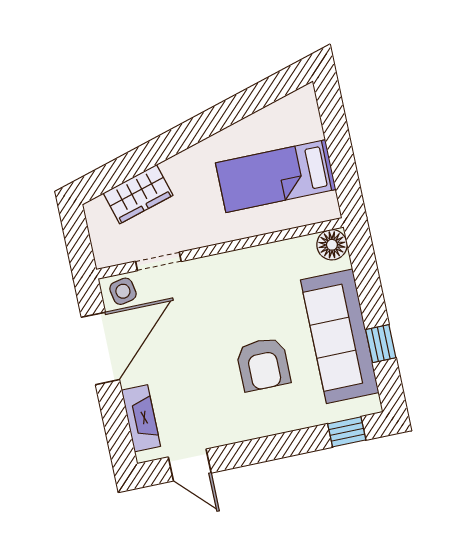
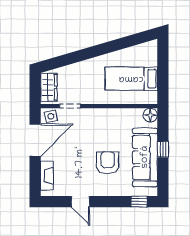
wardrobe: (138, 194) -> (49, 87), moved, turned -74
window: (381, 344) -> (163, 149), moved
armchair: (263, 364) -> (108, 163), turned 180
door: (190, 465) -> (80, 202), moved

